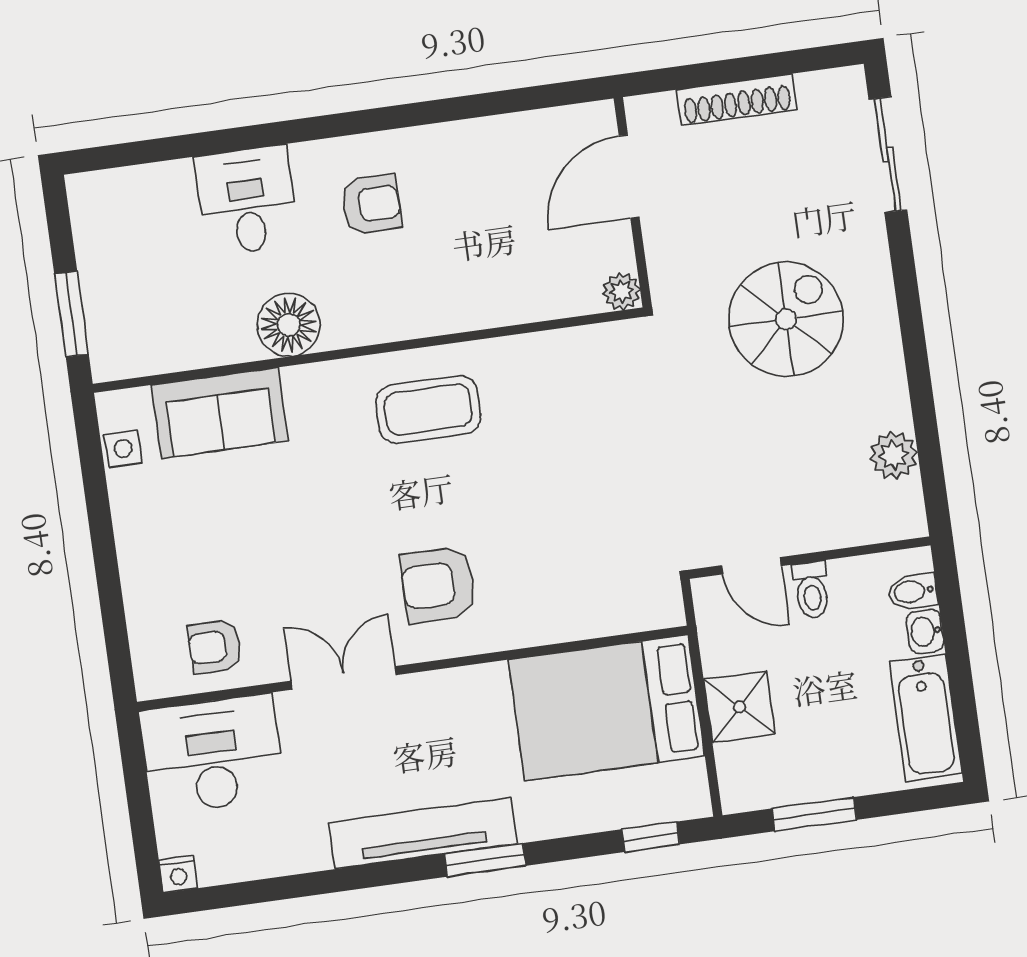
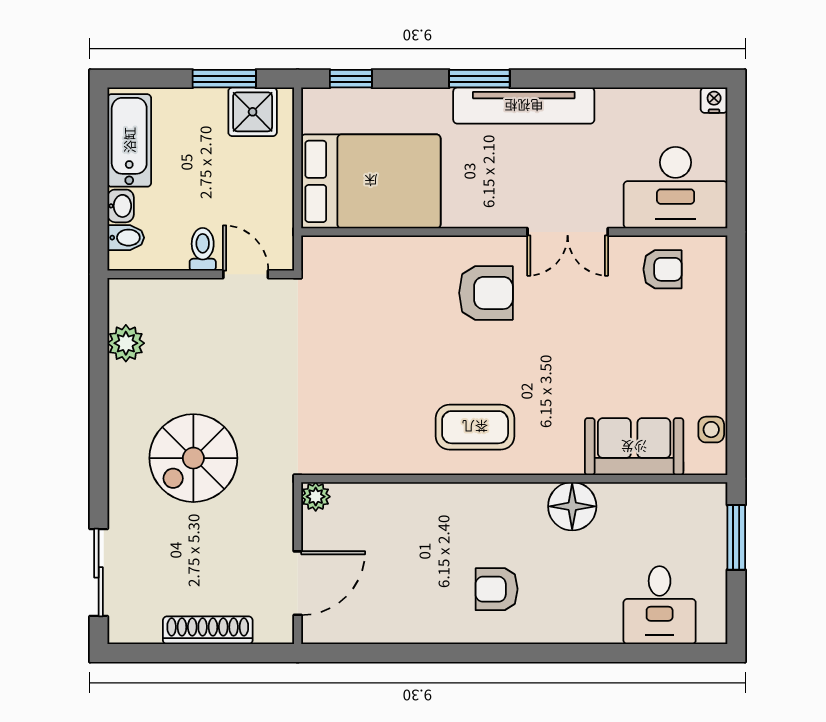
desk: (247, 201) -> (660, 605), moved
shower: (739, 707) -> (253, 112), moved

